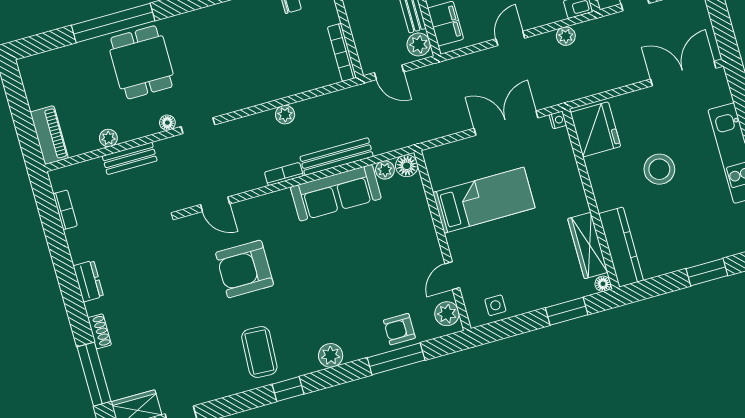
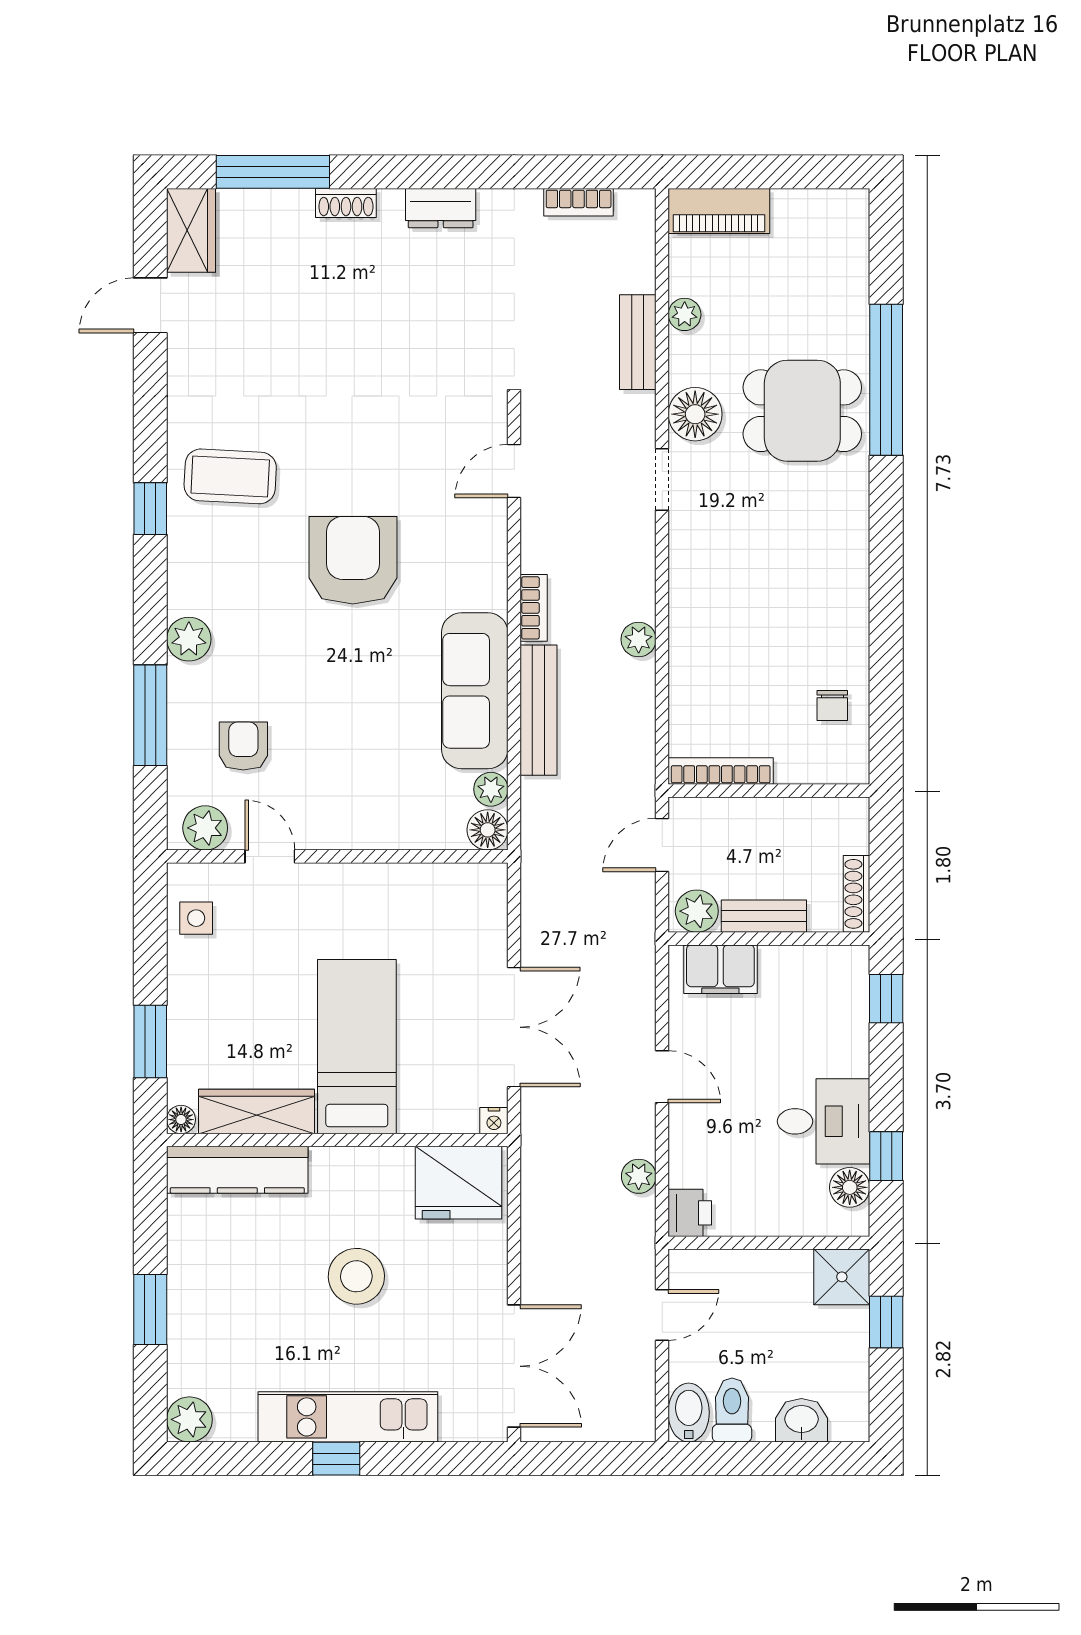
floor lamp: (167, 123) -> (695, 414), width x1.89, depth x1.89
bed: (484, 200) -> (357, 1047), moved, turned 180
armchair: (245, 269) -> (353, 560), moved
armchair: (399, 329) -> (243, 746), moved
plant: (331, 355) -> (189, 639), moved

